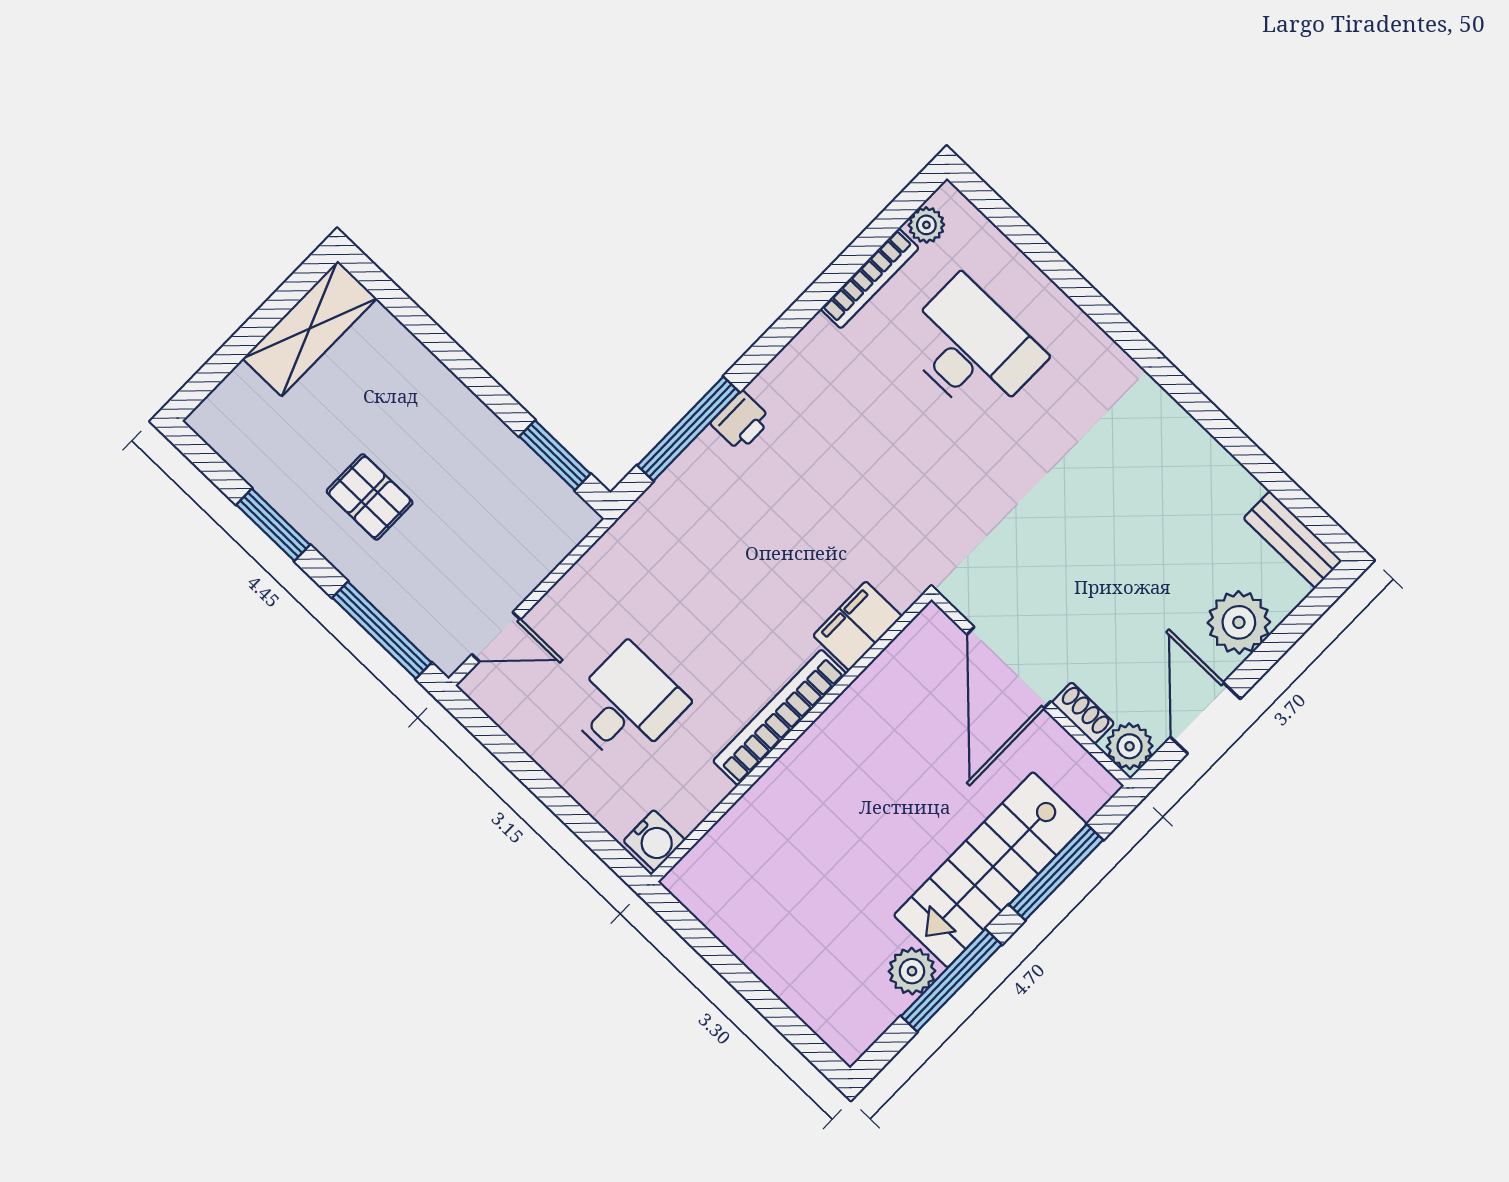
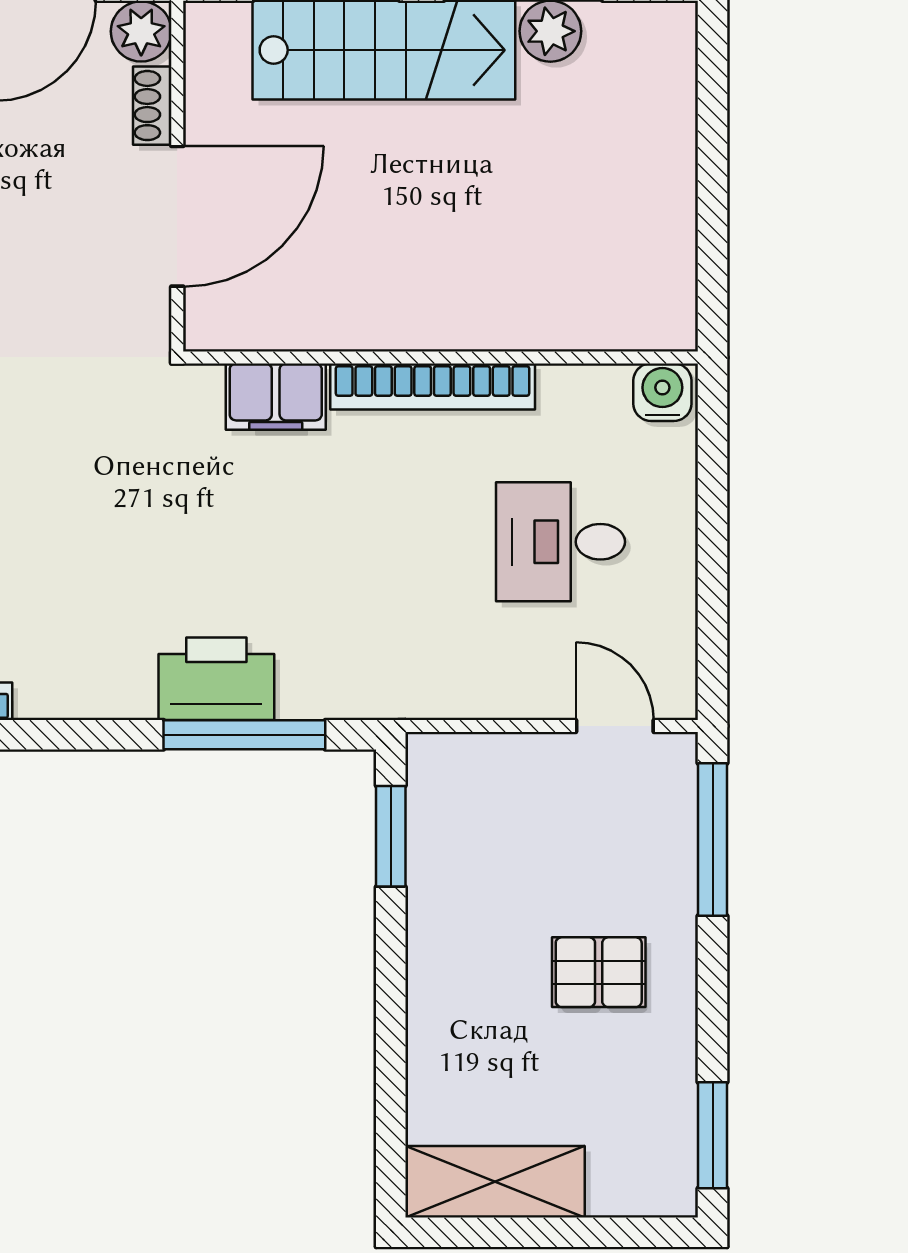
printer: (741, 421) -> (216, 679), width x1.87, depth x1.48
pallet: (370, 497) -> (599, 972), turned 90
window: (273, 525) -> (713, 1135), moved

